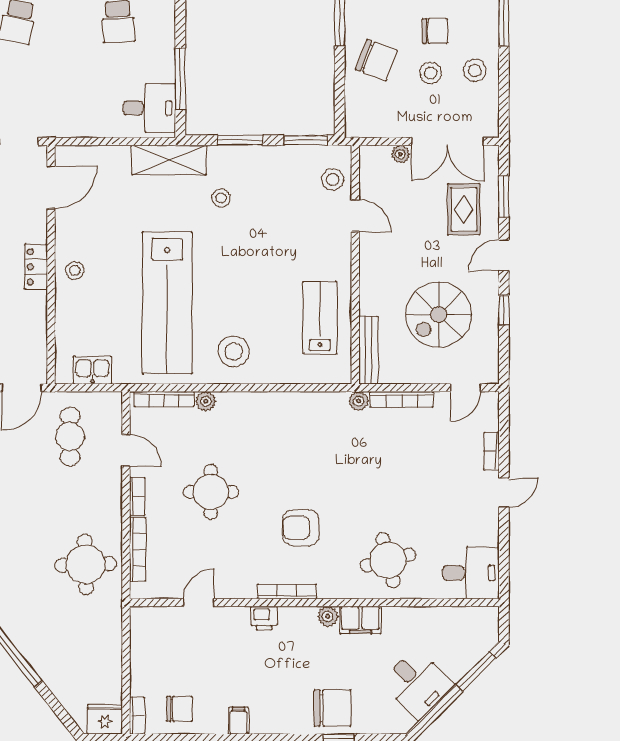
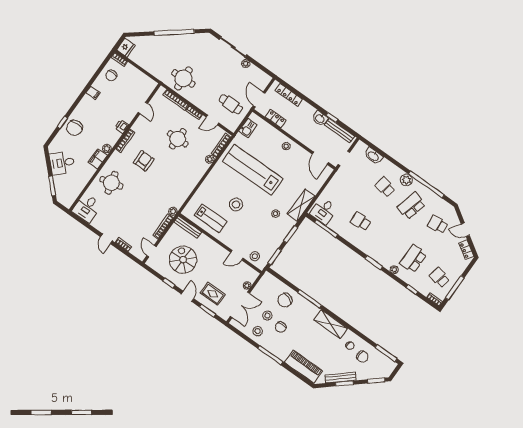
double door: (447, 141) -> (240, 305), swing flipped
locker: (36, 267) -> (276, 119), moved
stool: (234, 351) -> (236, 204), moved

